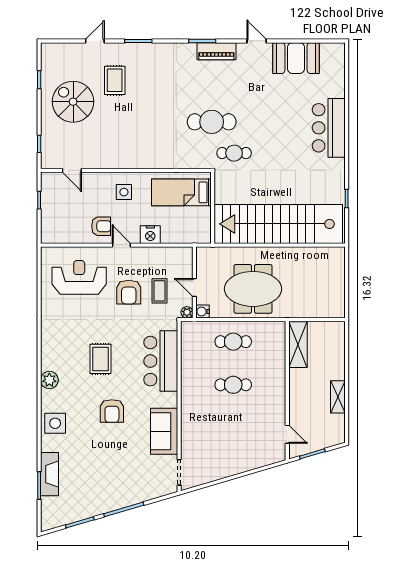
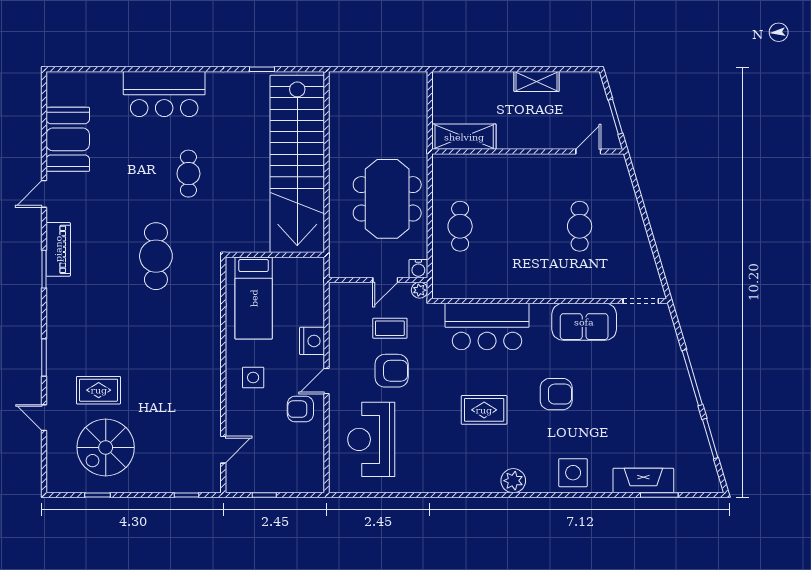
spiral stairs: (73, 102) -> (106, 447), moved
cafe table: (234, 153) -> (188, 174), moved
armchair: (101, 226) -> (300, 409), turned -90
cafe table: (233, 385) -> (580, 226), moved

